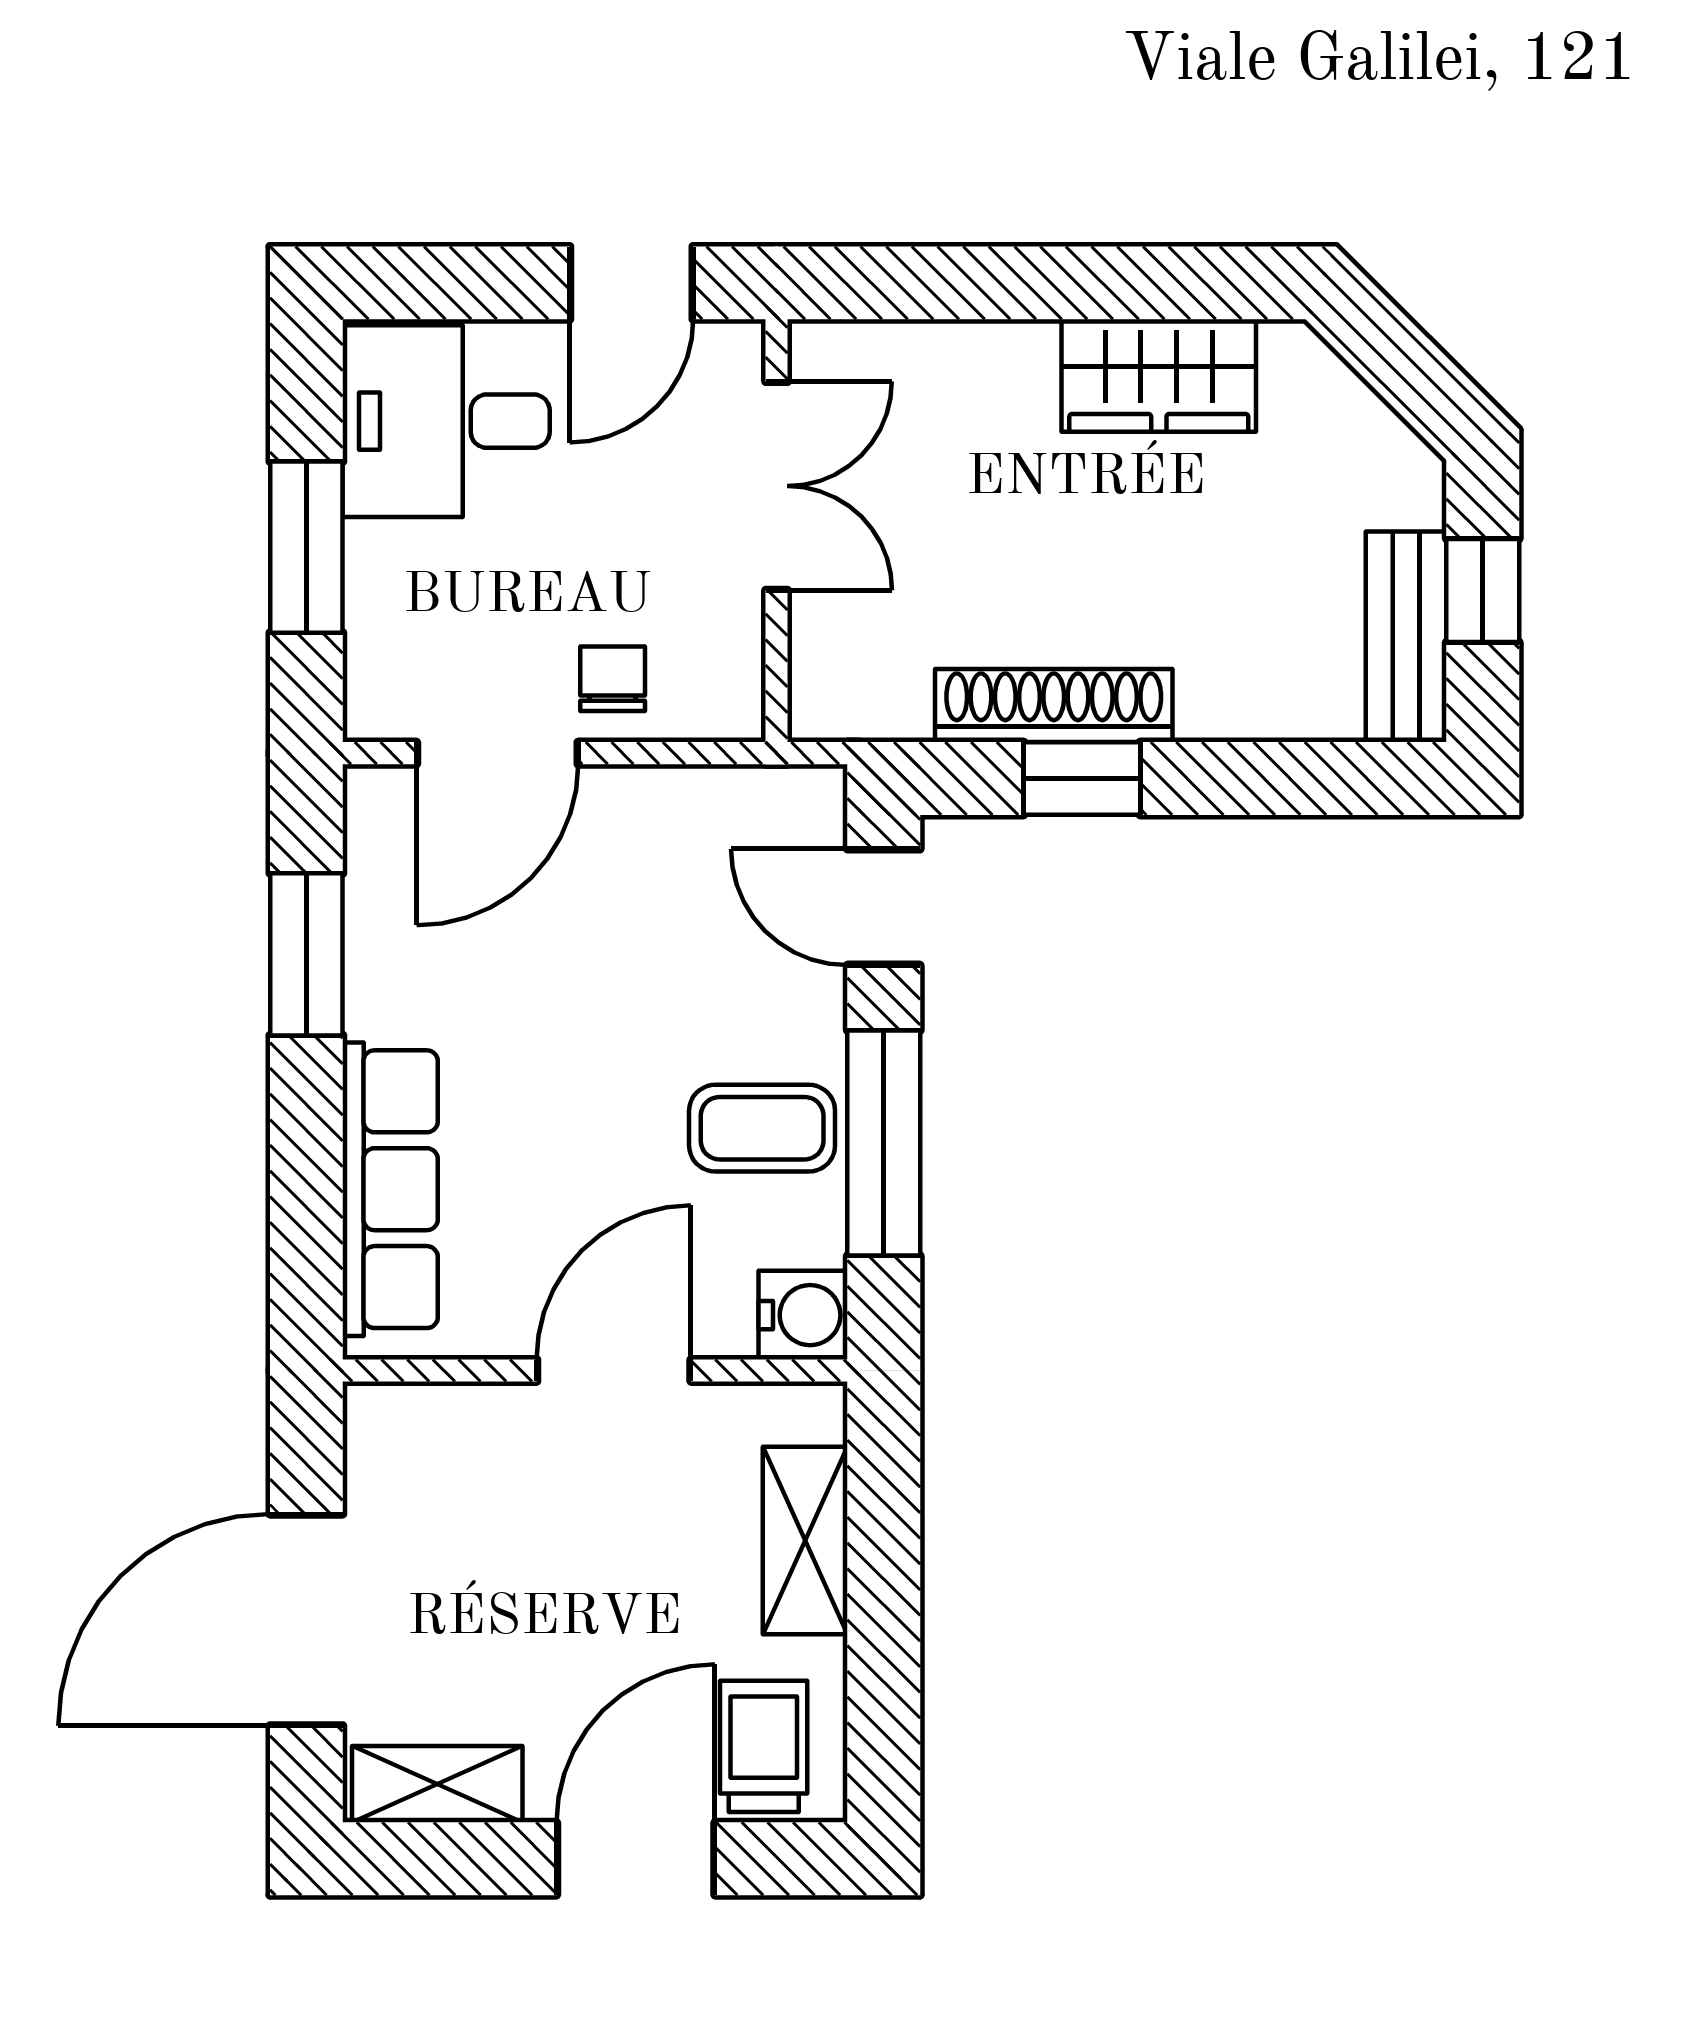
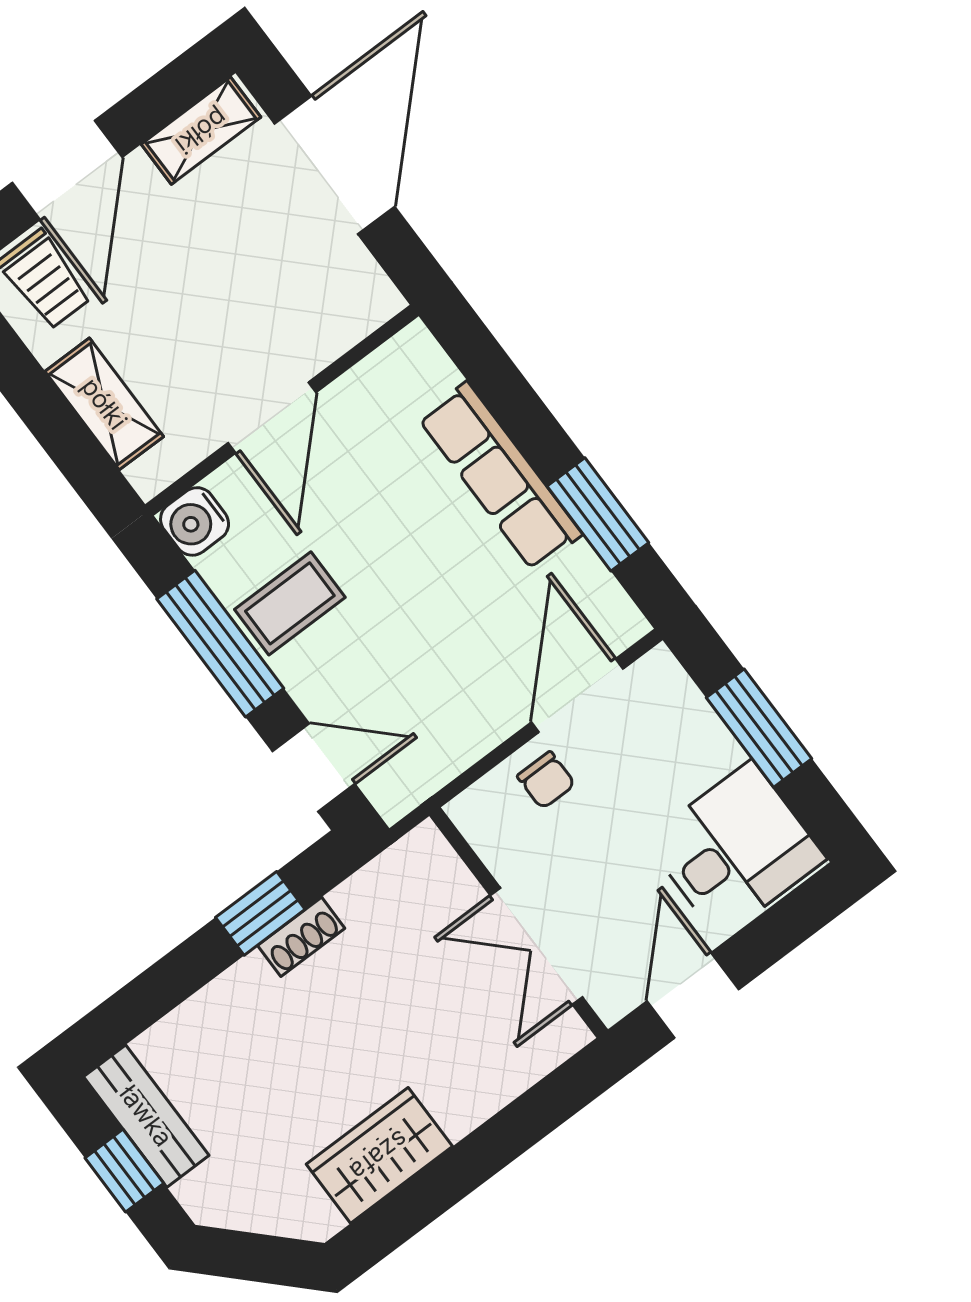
shoe rack: (1054, 706) -> (301, 937), width x0.51, depth x0.81
row of seats: (390, 1189) -> (500, 476), moved

